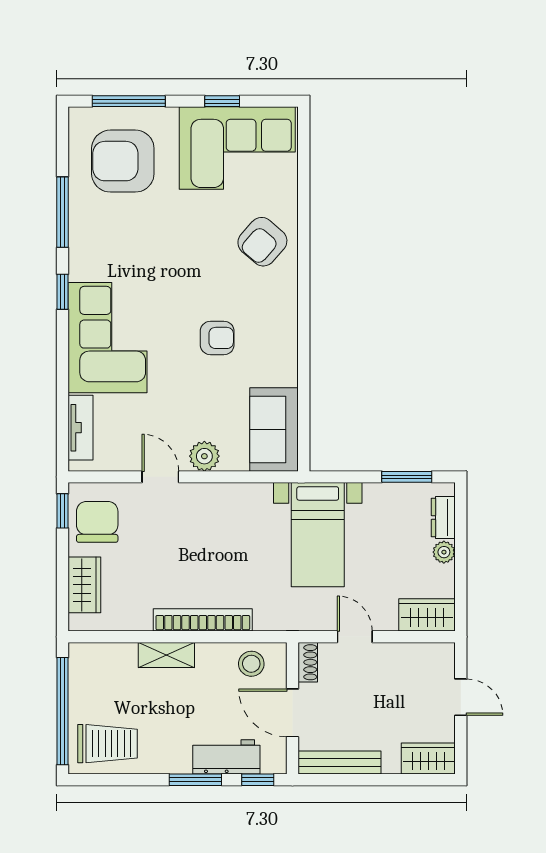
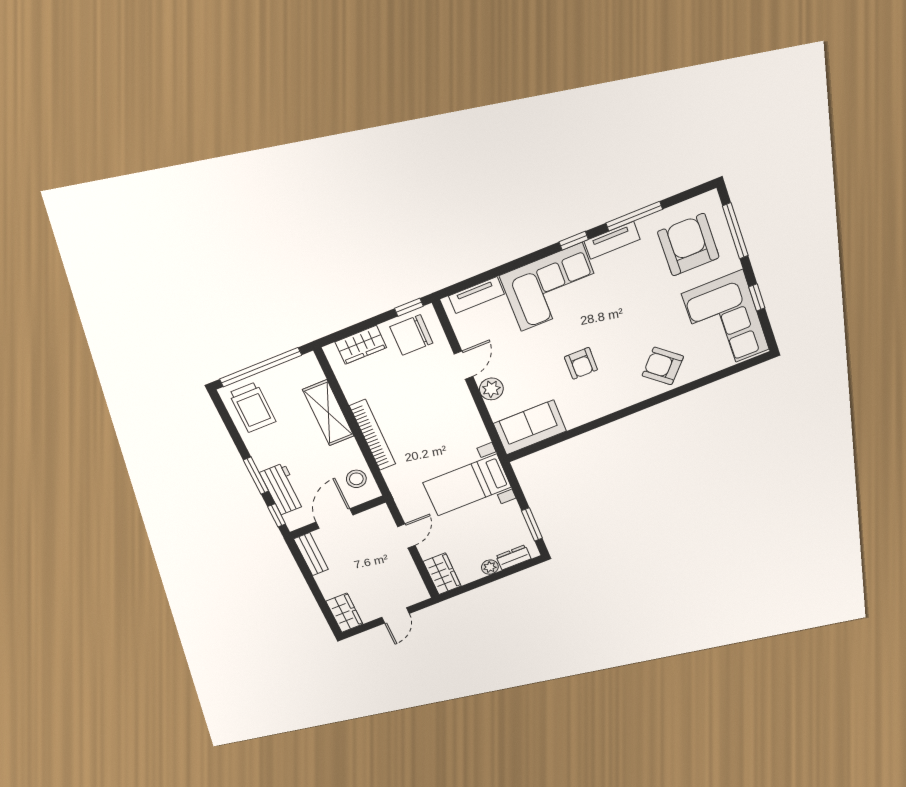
tv unit: (81, 248) -> (612, 240), added
chair: (97, 522) -> (411, 335), turned 180
shelving: (166, 655) -> (328, 413), width x1.50, depth x1.33
shoe rack: (308, 662) -> (375, 514), removed
bench: (339, 763) -> (311, 554), width x0.73

